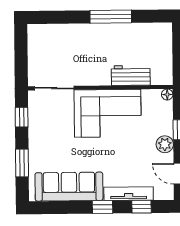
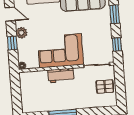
pallet: (44, 55) -> (105, 87), added
workbench: (131, 75) -> (61, 76), moved

